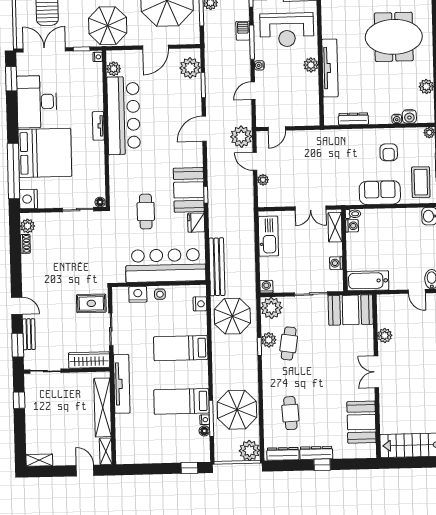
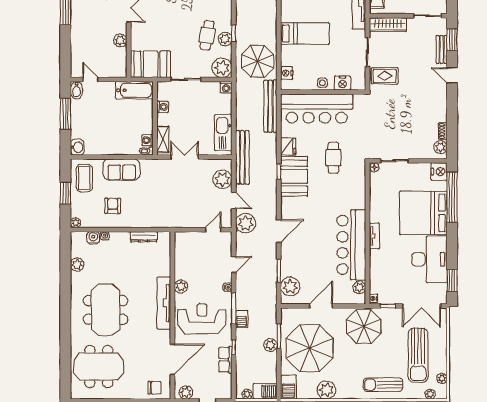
meeting table: (394, 37) -> (106, 310), turned 90
tv unit: (330, 68) -> (164, 303), moved
plant: (263, 180) -> (222, 179), width x1.87, depth x1.87
bench: (247, 209) -> (242, 157), added

